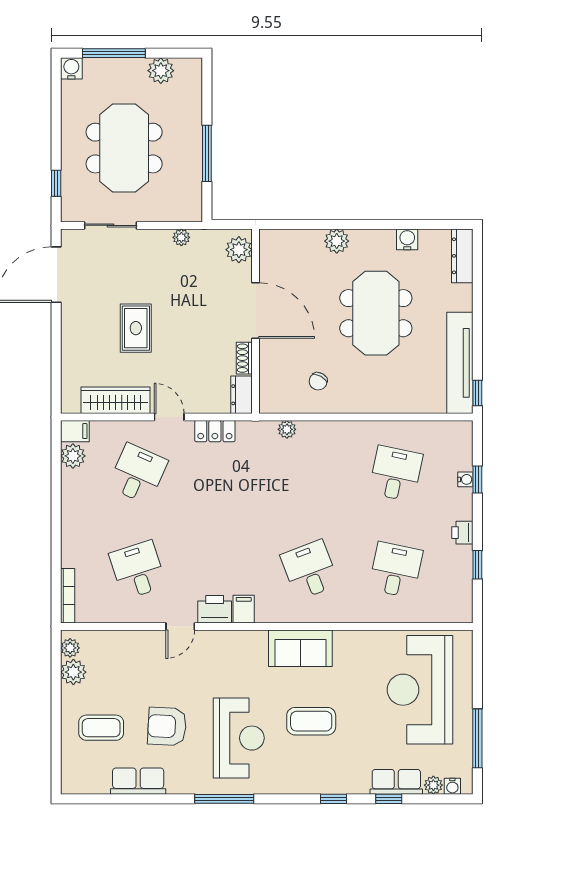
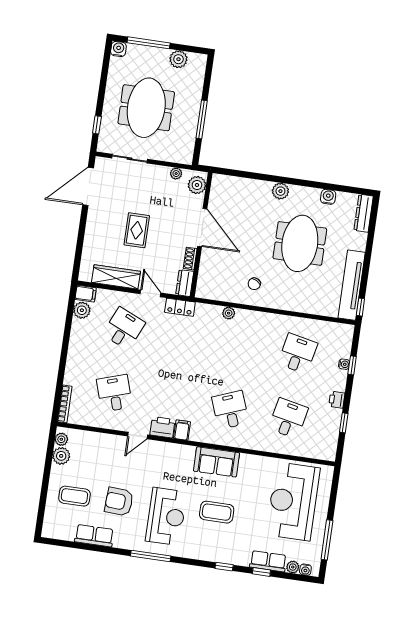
plant: (239, 250) -> (197, 185), moved
door: (255, 311) -> (202, 228), moved
wall: (255, 321) -> (201, 235), moved
shoe rack: (244, 358) -> (190, 259), moved
dresser: (241, 395) -> (185, 283), moved

